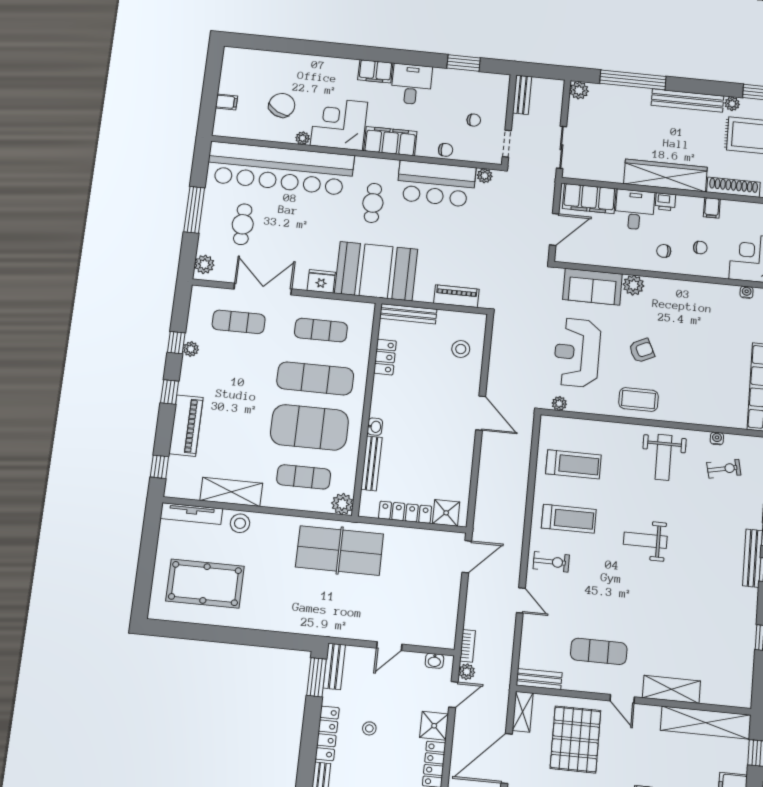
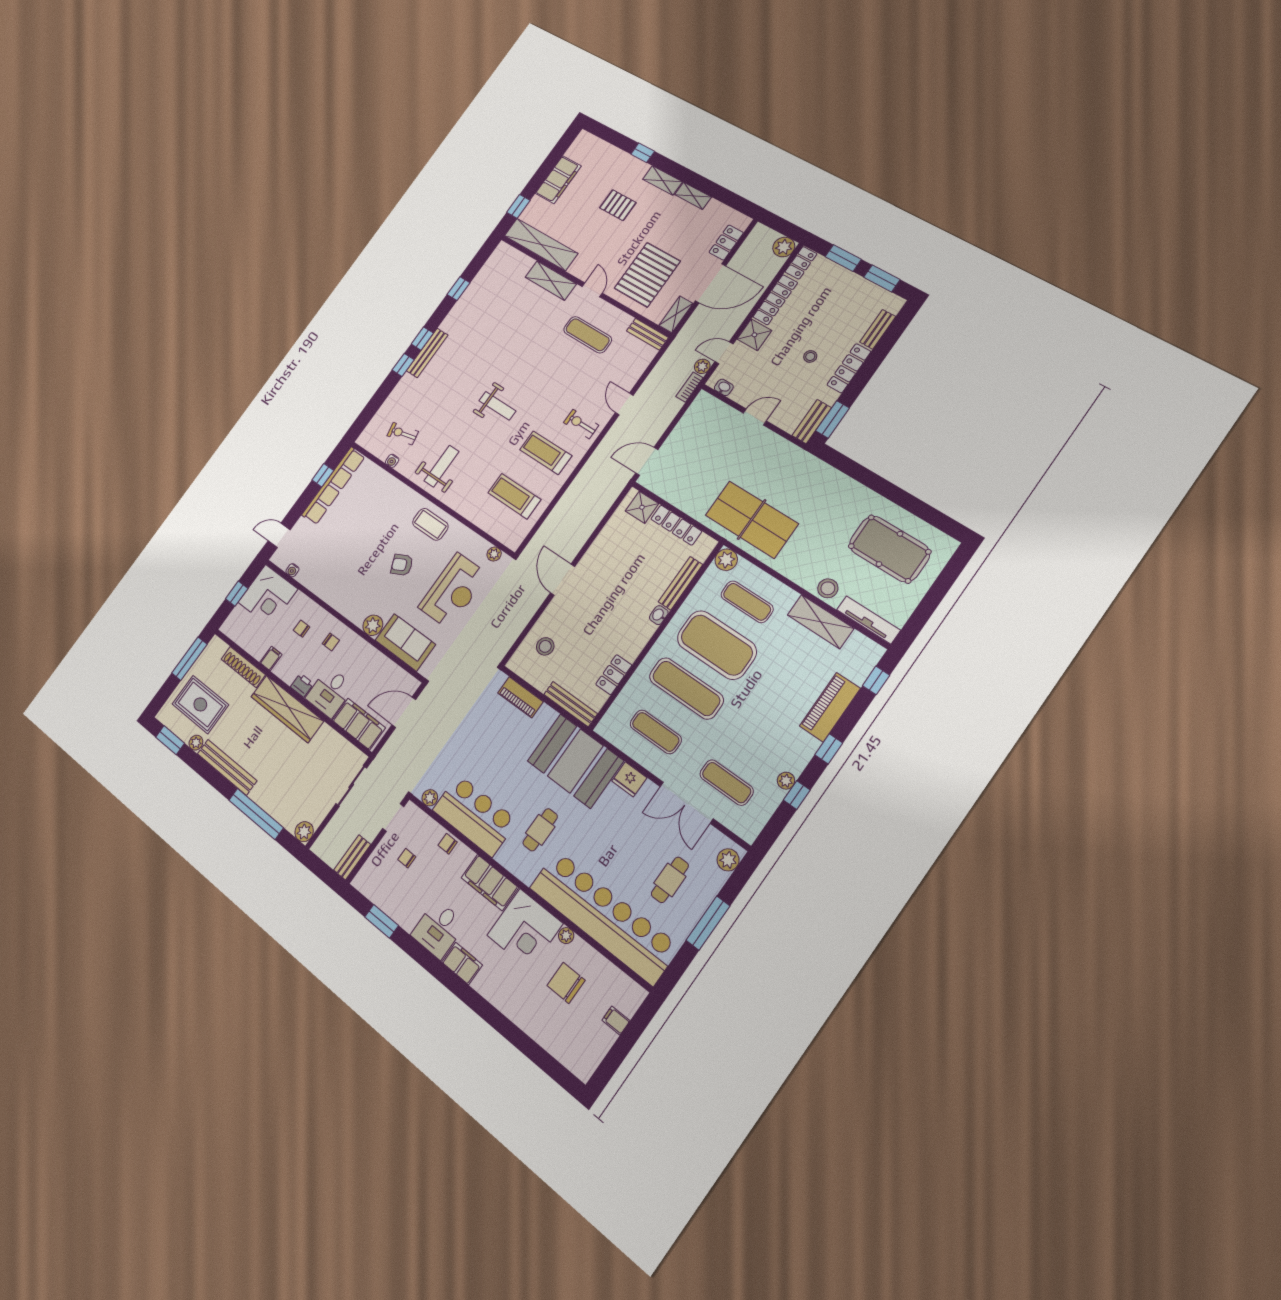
chair: (282, 105) -> (566, 983), turned 62

